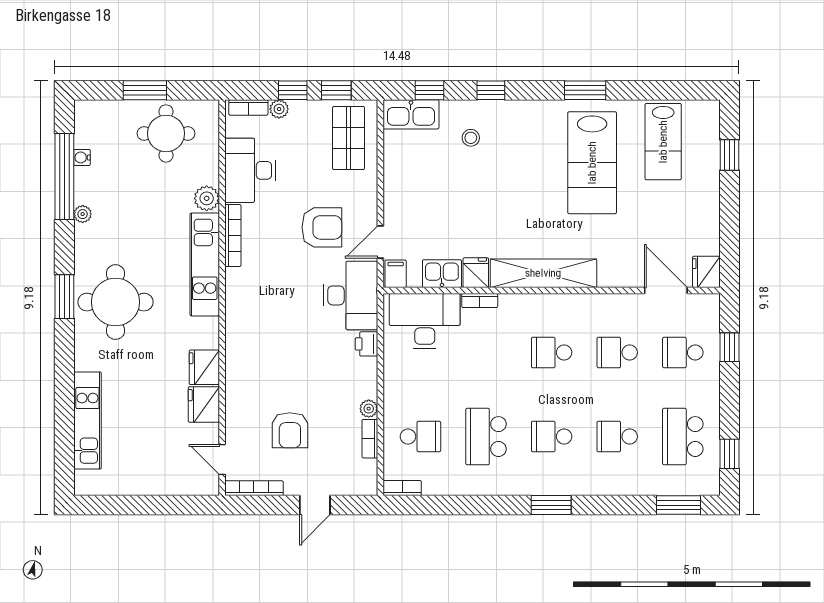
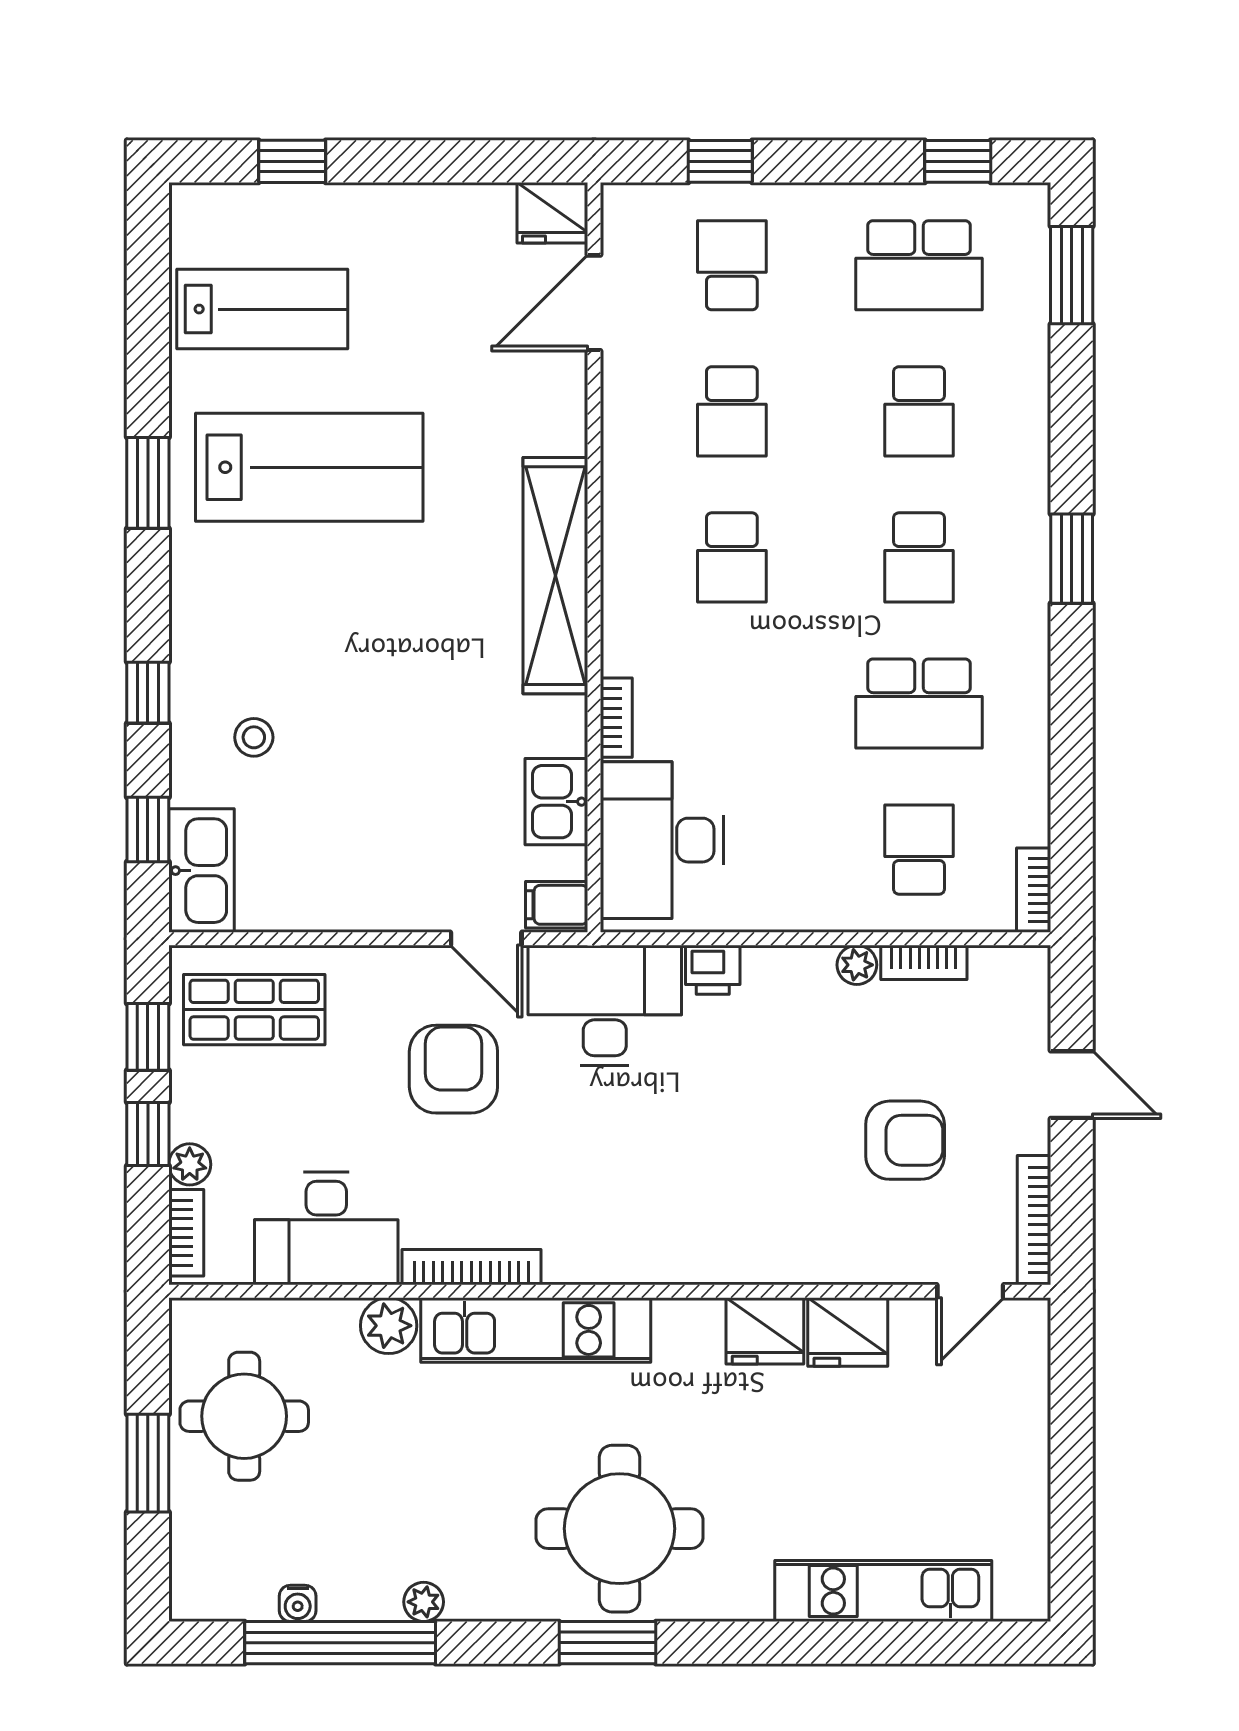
fridge: (476, 273) -> (554, 726), removed
school desk: (683, 352) -> (732, 265), turned 180

